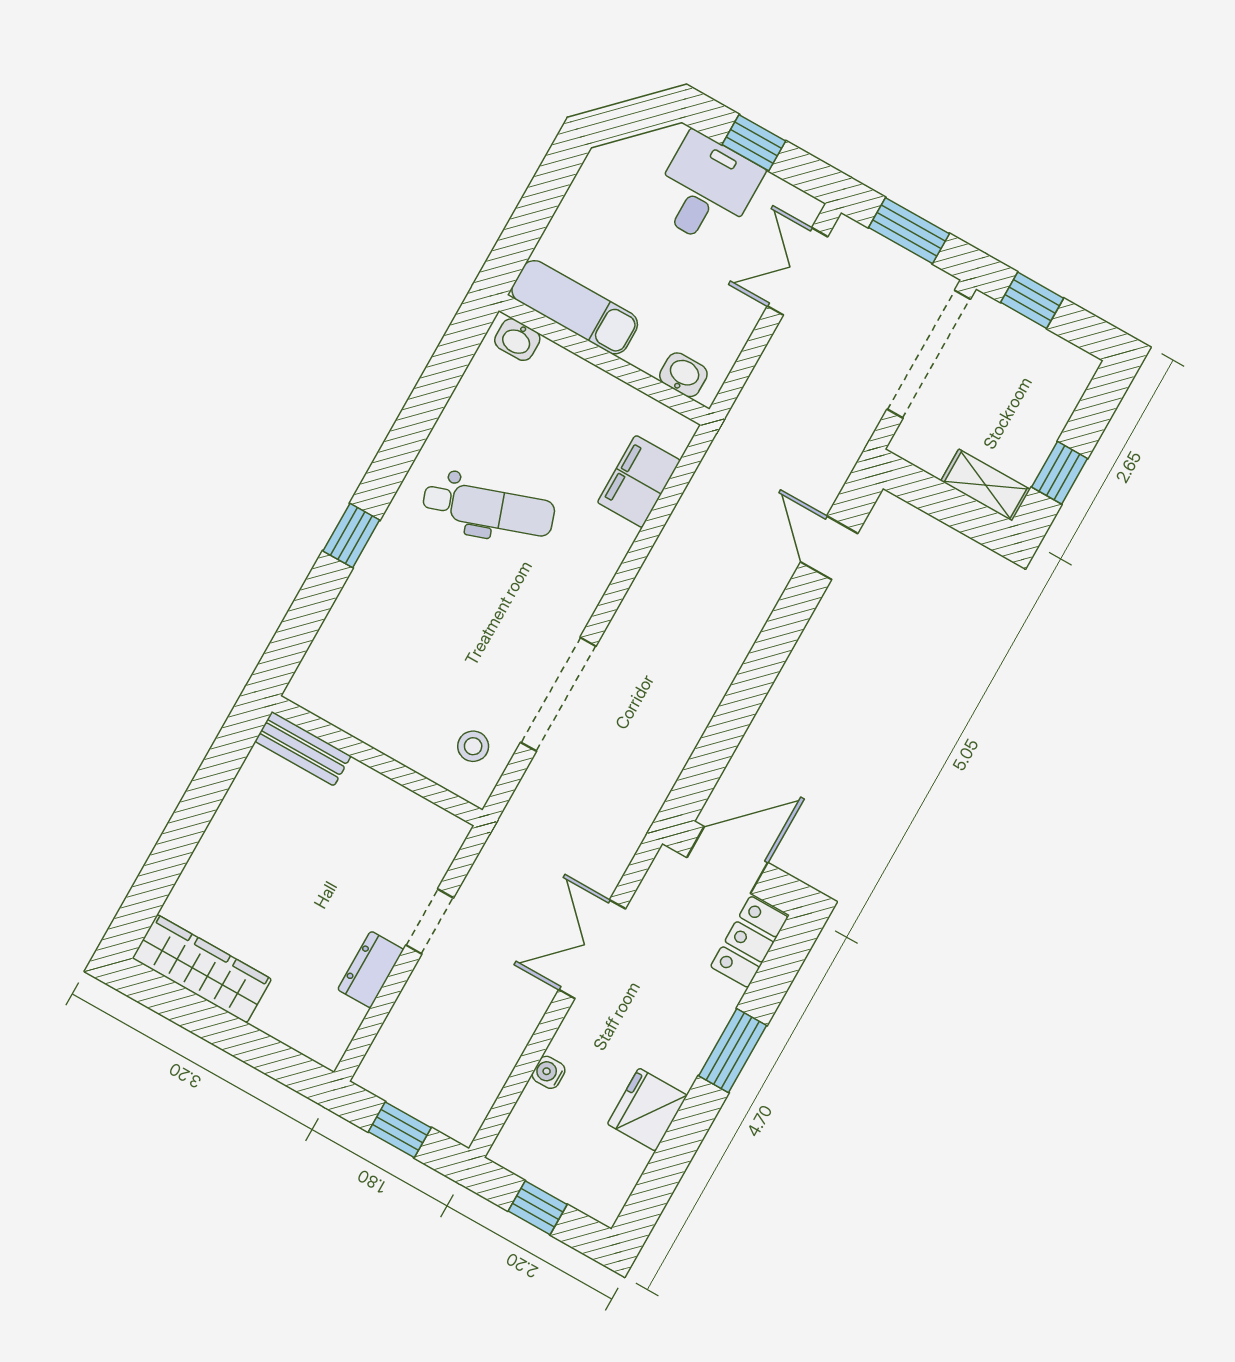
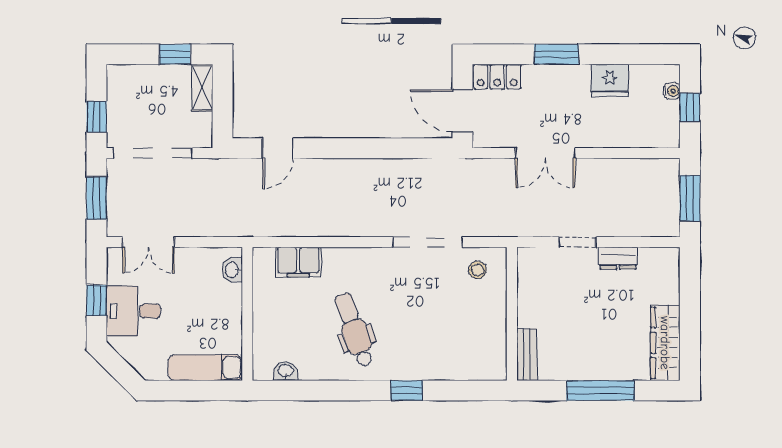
exam couch: (575, 307) -> (205, 368), moved, turned 90
washbasin: (517, 340) -> (286, 371), moved, turned -90
window: (185, 829) -> (600, 390), added
water cooler: (549, 1072) -> (672, 91), moved, turned -90
window: (400, 1130) -> (690, 198), width x1.50

